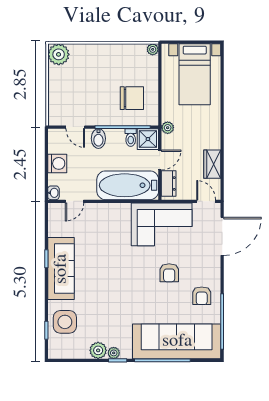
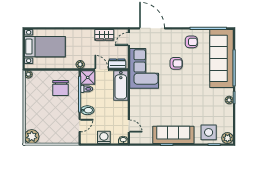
chair: (132, 98) -> (61, 88), turned 180
bathtub: (128, 185) -> (121, 85), width x0.73, depth x0.73
plant: (98, 350) -> (227, 138), moved

